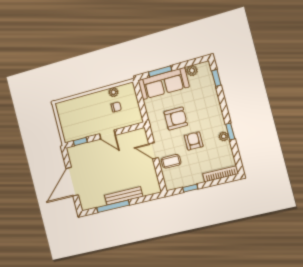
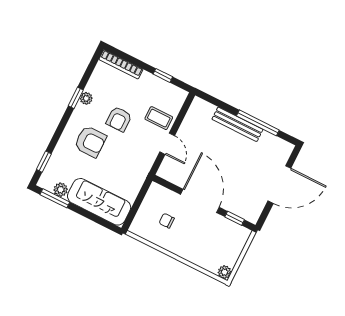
window: (160, 71) -> (55, 198), moved
plant: (114, 92) -> (224, 272), moved
armchair: (176, 119) -> (90, 142), moved, turned 180
door: (107, 134) -> (200, 201), width x1.88

